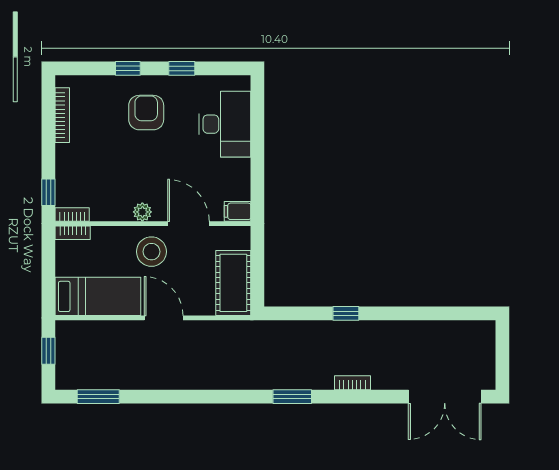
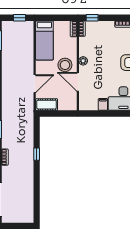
filing cabinet: (237, 211) -> (103, 104), moved
door: (188, 224) -> (78, 82), swing flipped
cot: (233, 283) -> (47, 105), width x0.73, depth x0.75
door: (164, 318) -> (35, 84), moved

